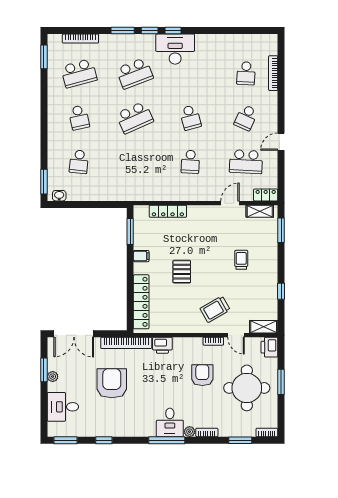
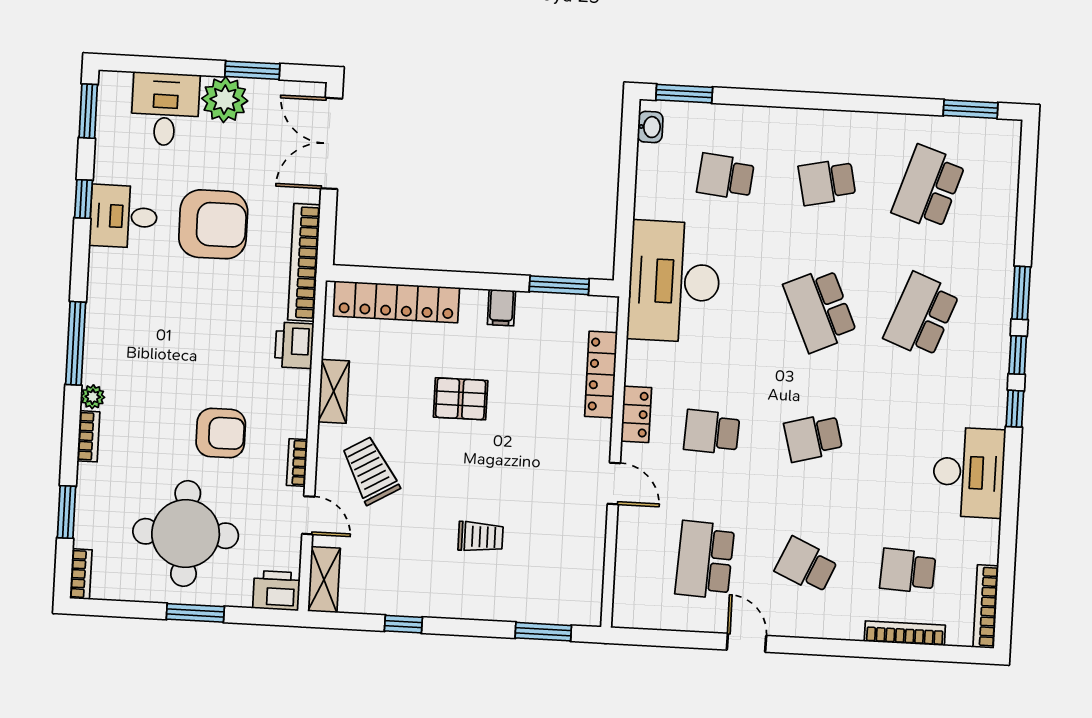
bookcase: (80, 39) -> (986, 607), moved
desk: (175, 49) -> (969, 472), moved
school desk: (79, 73) -> (929, 188), turned 33
school desk: (135, 73) -> (922, 315), turned 42
desk: (126, 182) -> (674, 281), added
locker: (266, 195) -> (636, 414), moved
door: (230, 203) -> (614, 483), moved
shelving: (260, 211) -> (334, 391), moved
door: (236, 335) -> (308, 515), swing flipped
plant: (53, 377) -> (225, 100), width x1.88, depth x1.88
desk: (170, 422) -> (124, 216), moved

